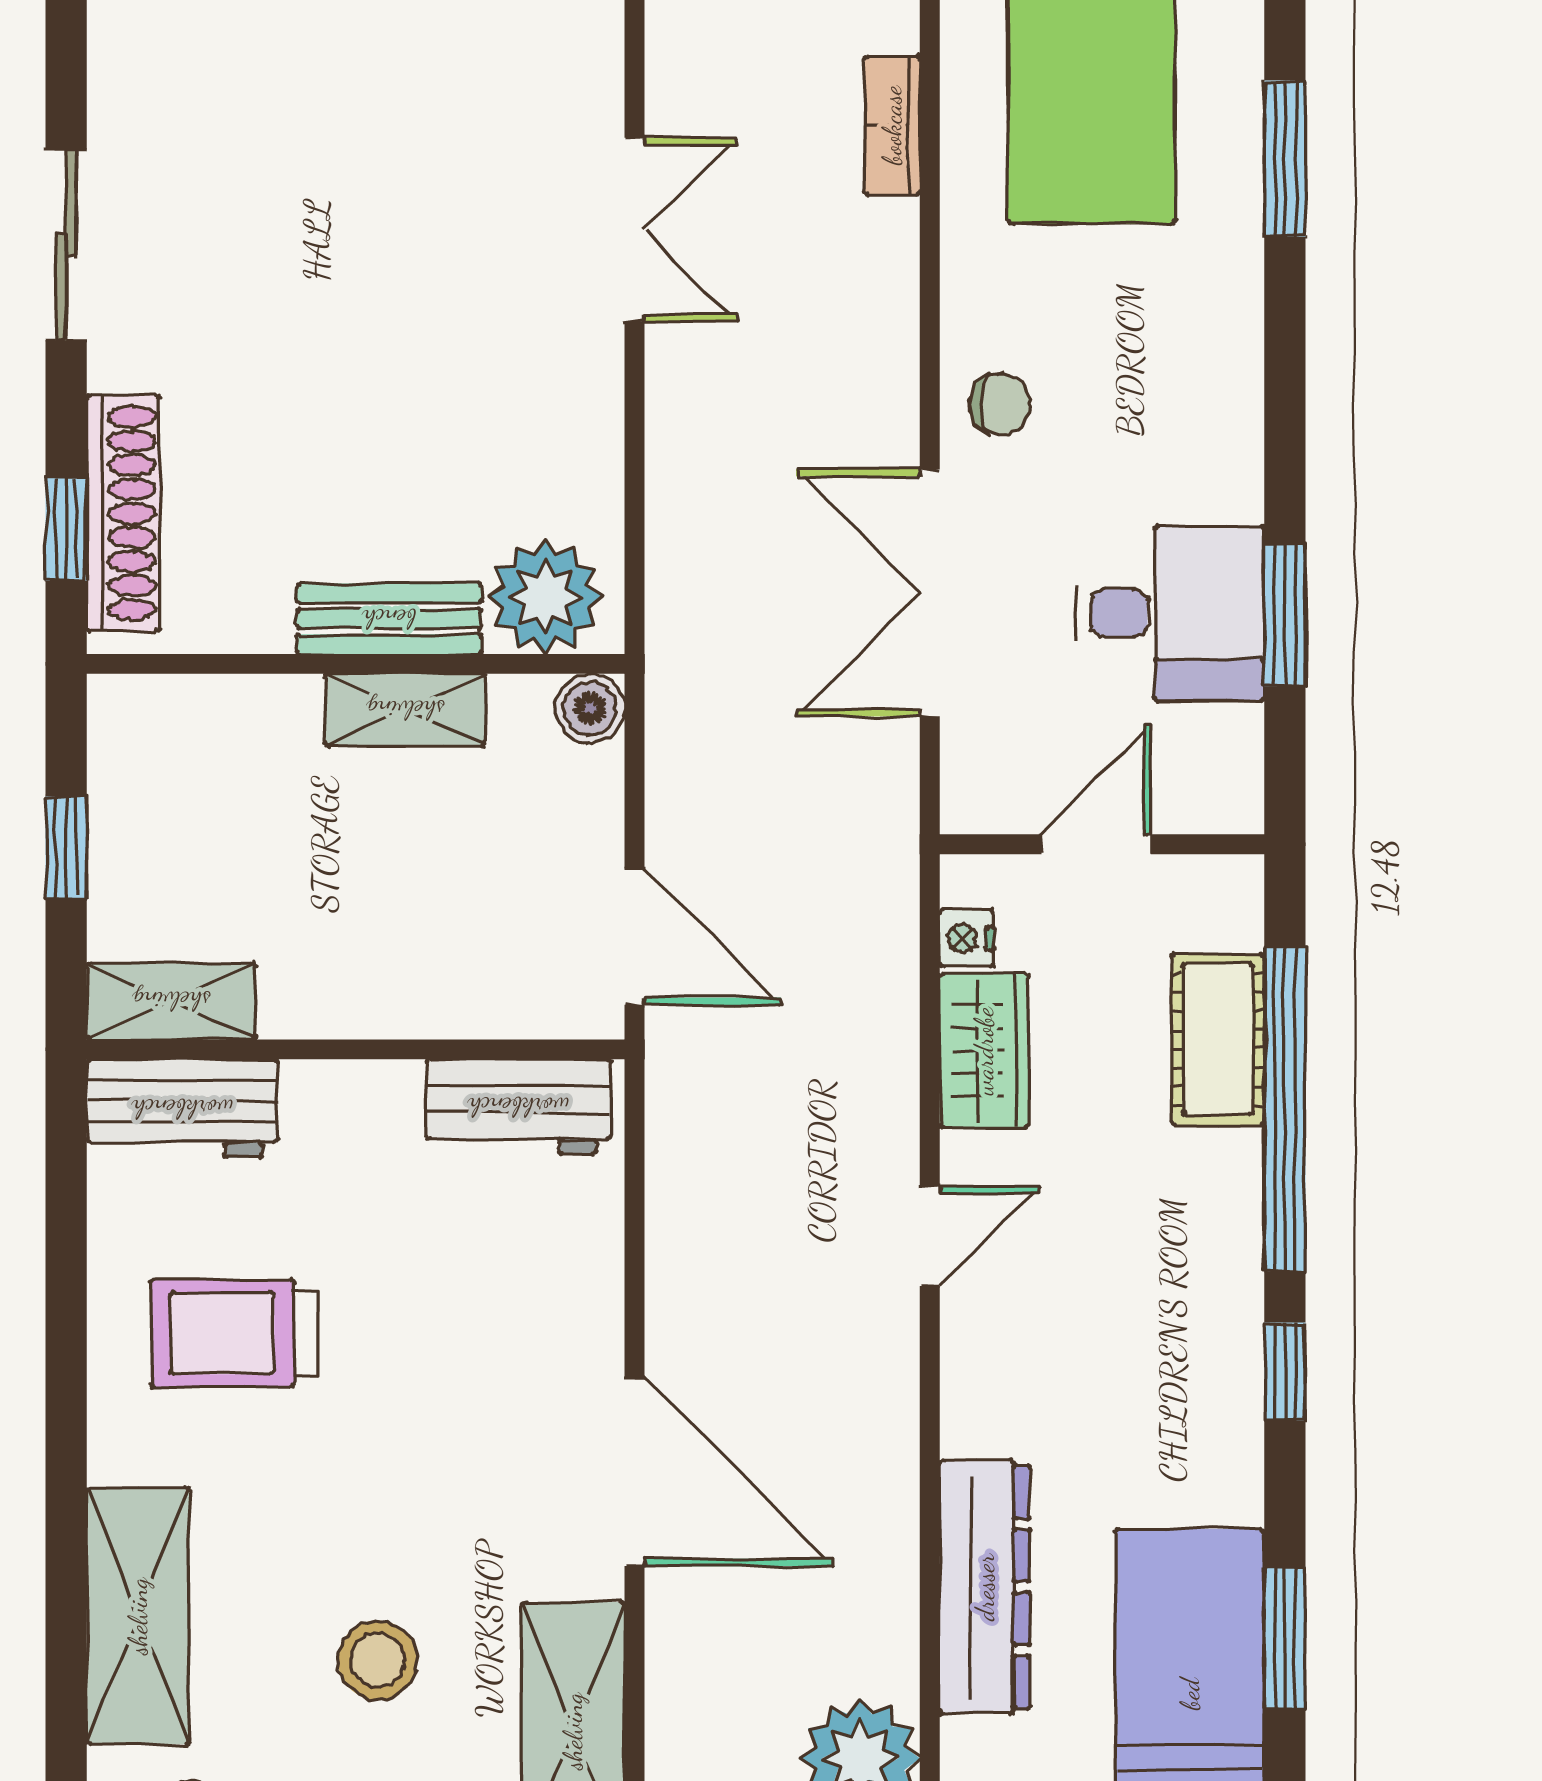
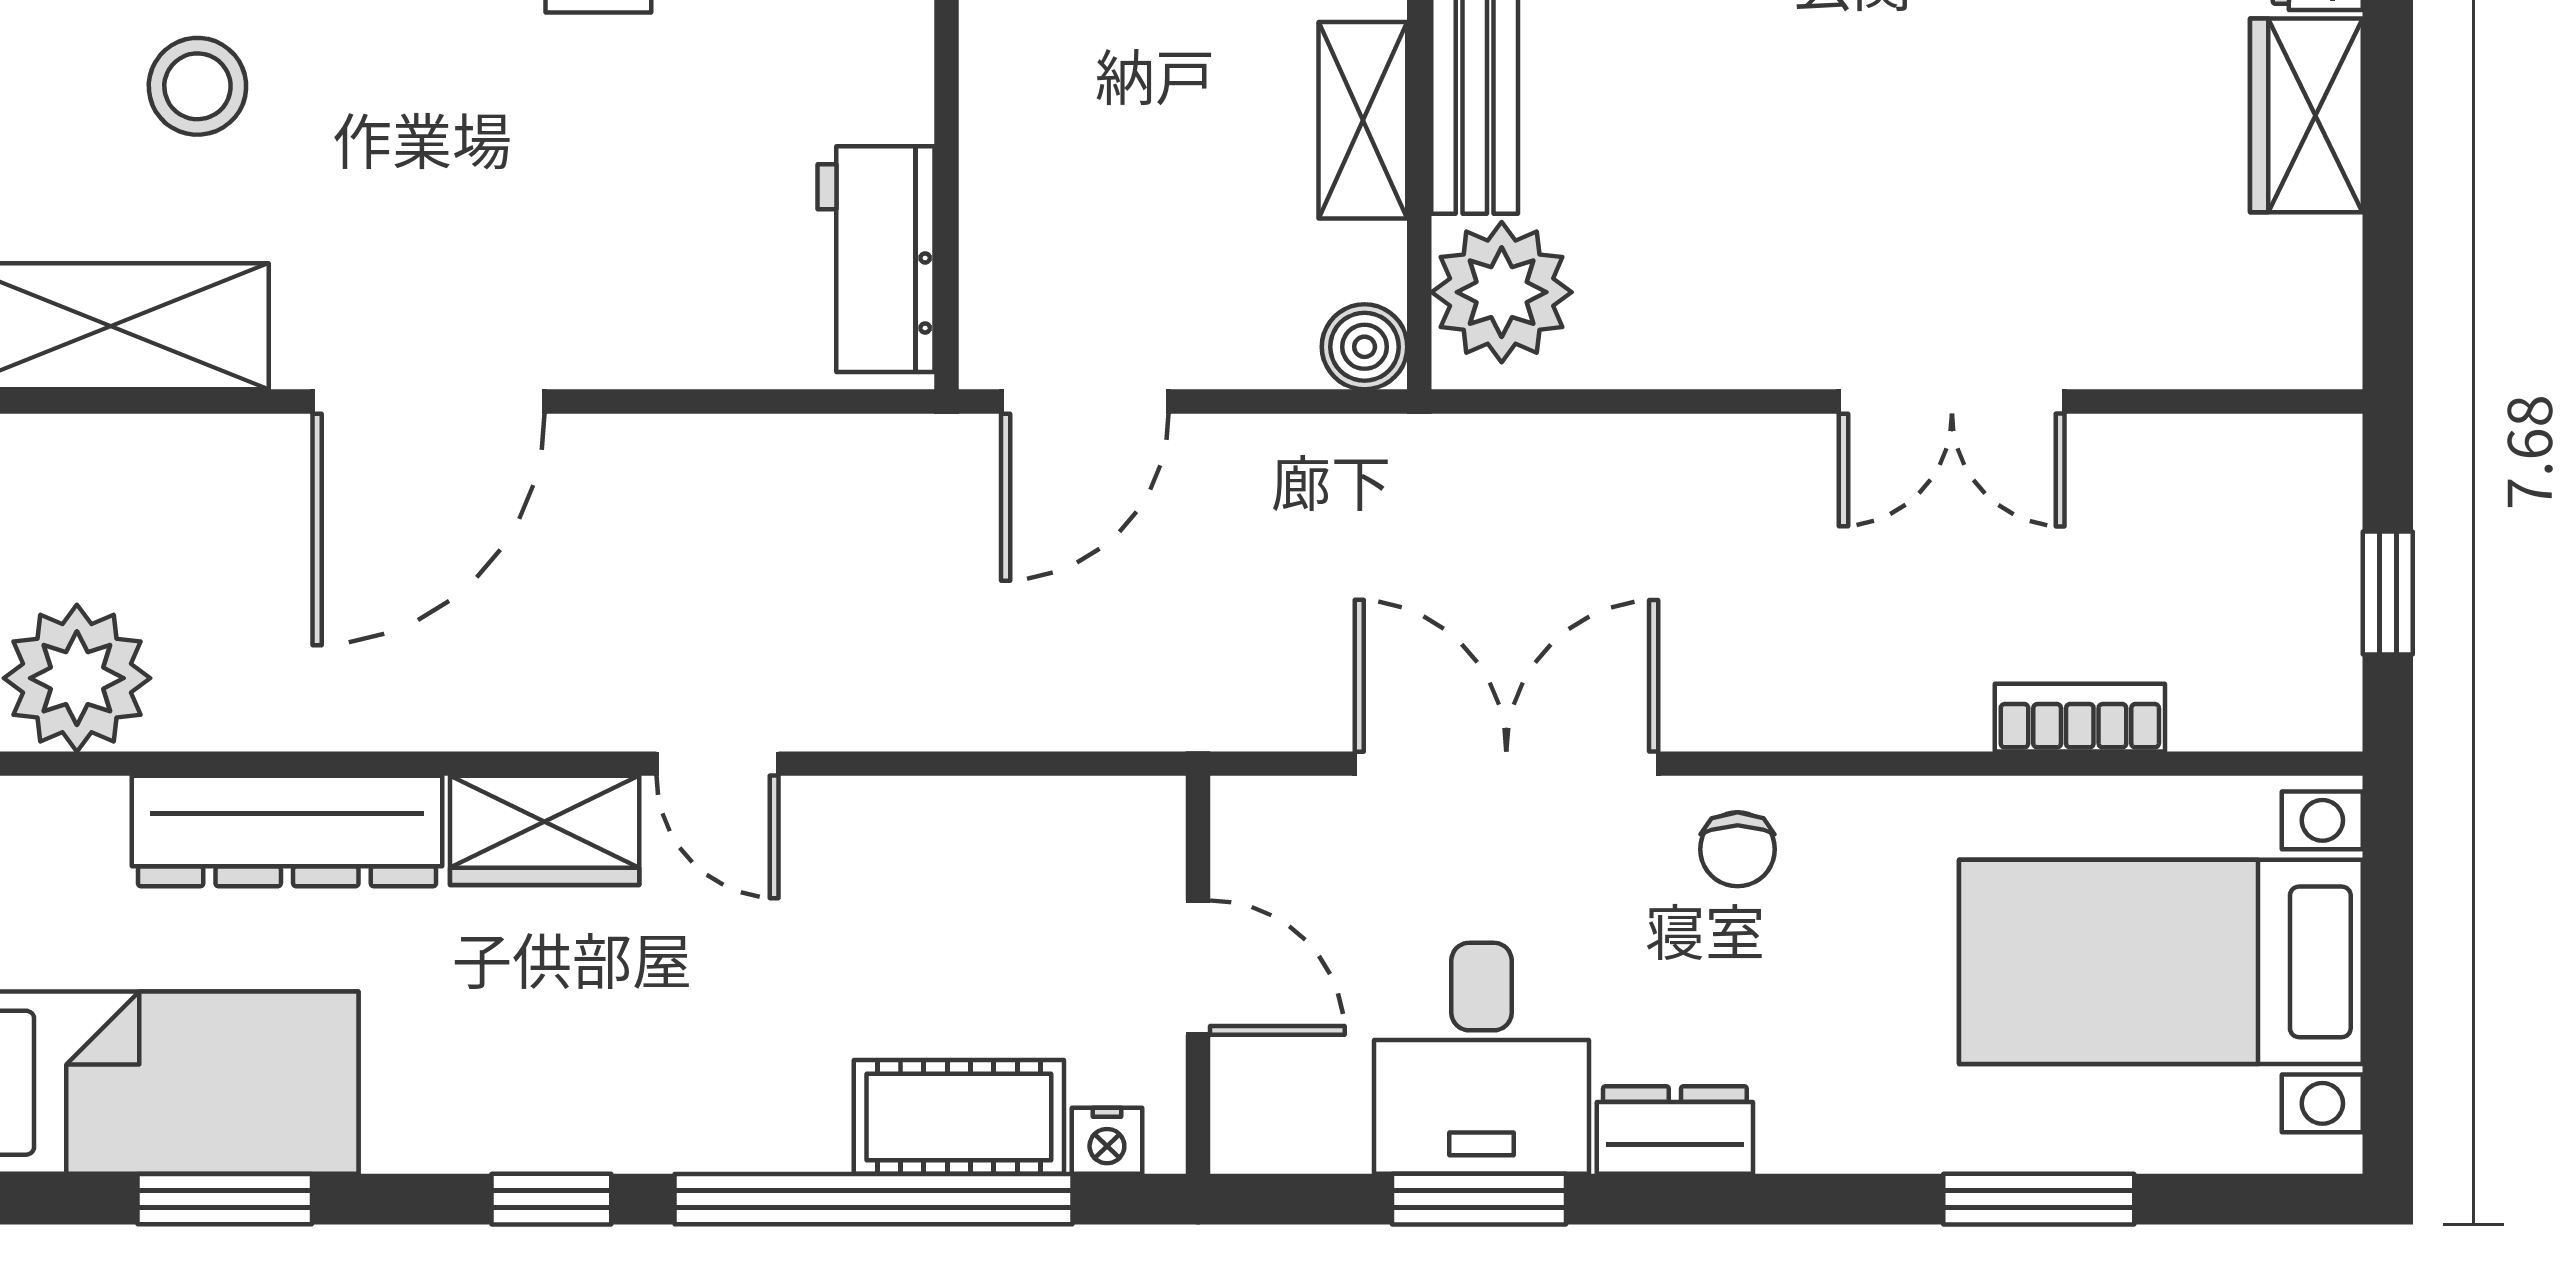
dresser: (1229, 455) -> (1675, 1130), added
nightstand: (967, 938) -> (1107, 1141), moved, turned 180
wardrobe: (984, 1051) -> (545, 830), moved

